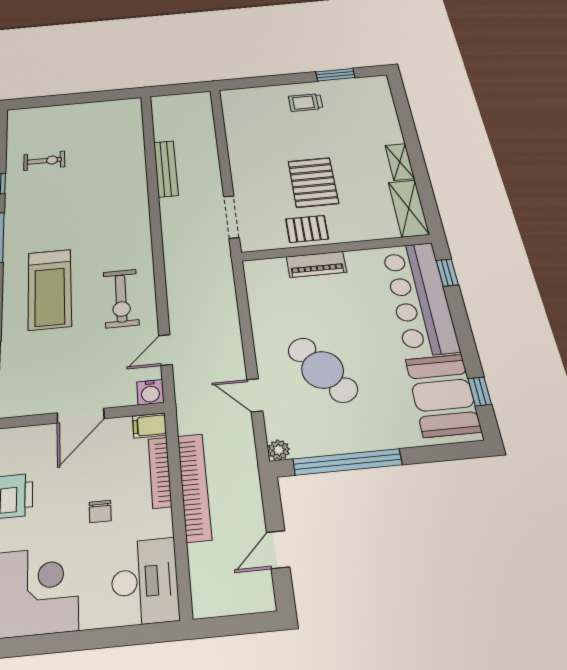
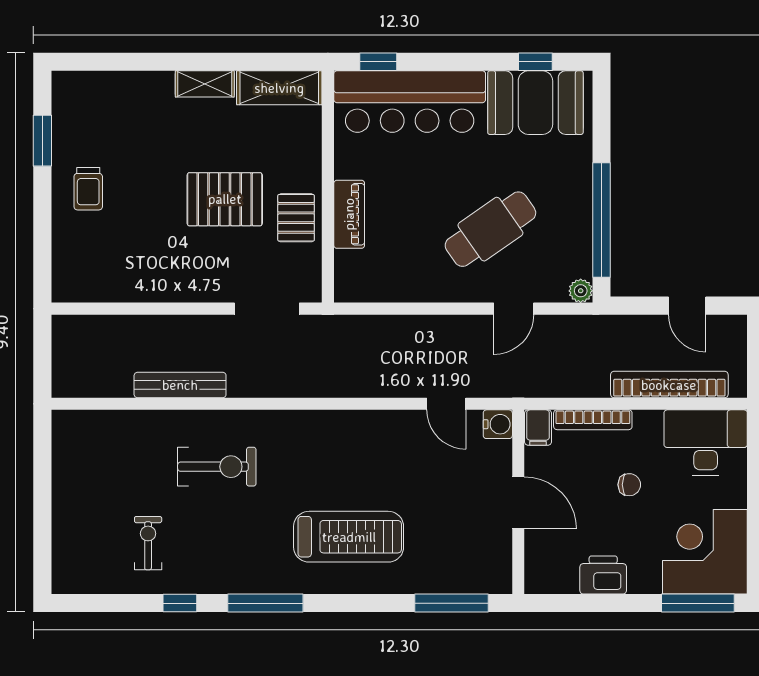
exercise bike: (121, 298) -> (217, 467), moved
bookcase: (194, 487) -> (669, 385), moved

